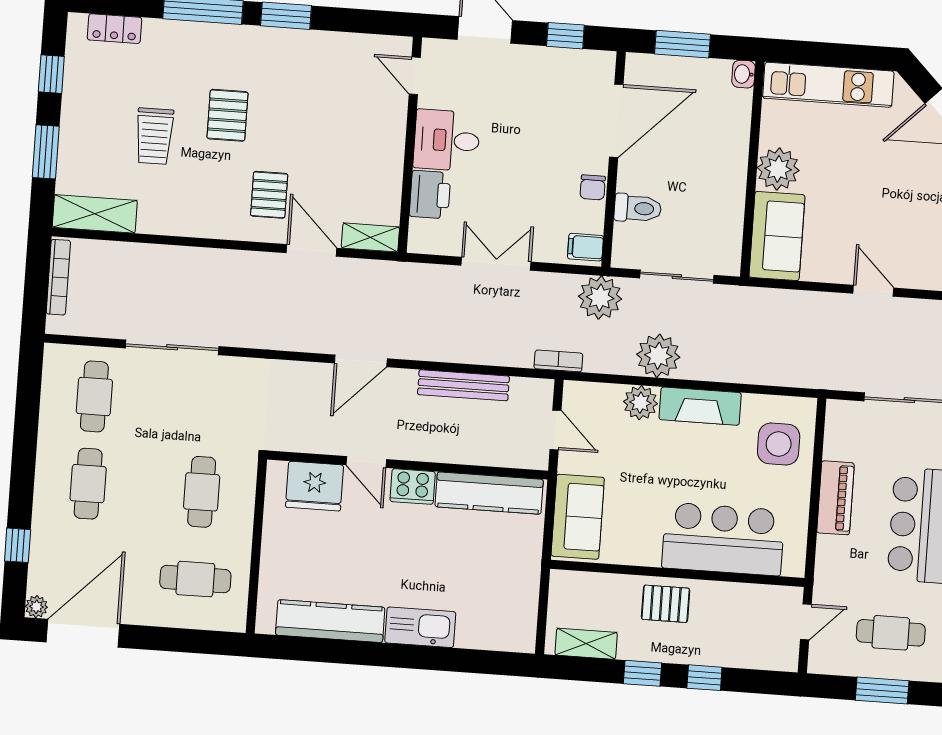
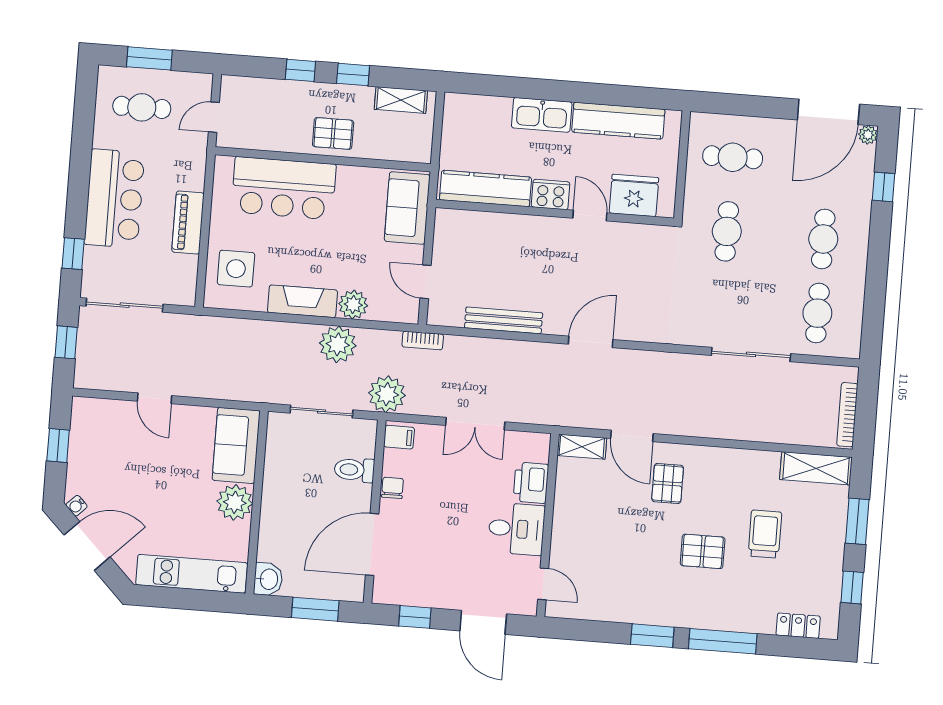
washbasin: (744, 74) -> (268, 579), width x1.38, depth x1.45
pallet: (227, 115) -> (703, 551), turned 90
door: (366, 462) -> (590, 216), moved
wall: (408, 465) -> (555, 213), moved
fridge: (315, 486) -> (634, 195), moved
cooker: (413, 487) -> (551, 194), moved
kitchen counter: (489, 493) -> (486, 188), moved

